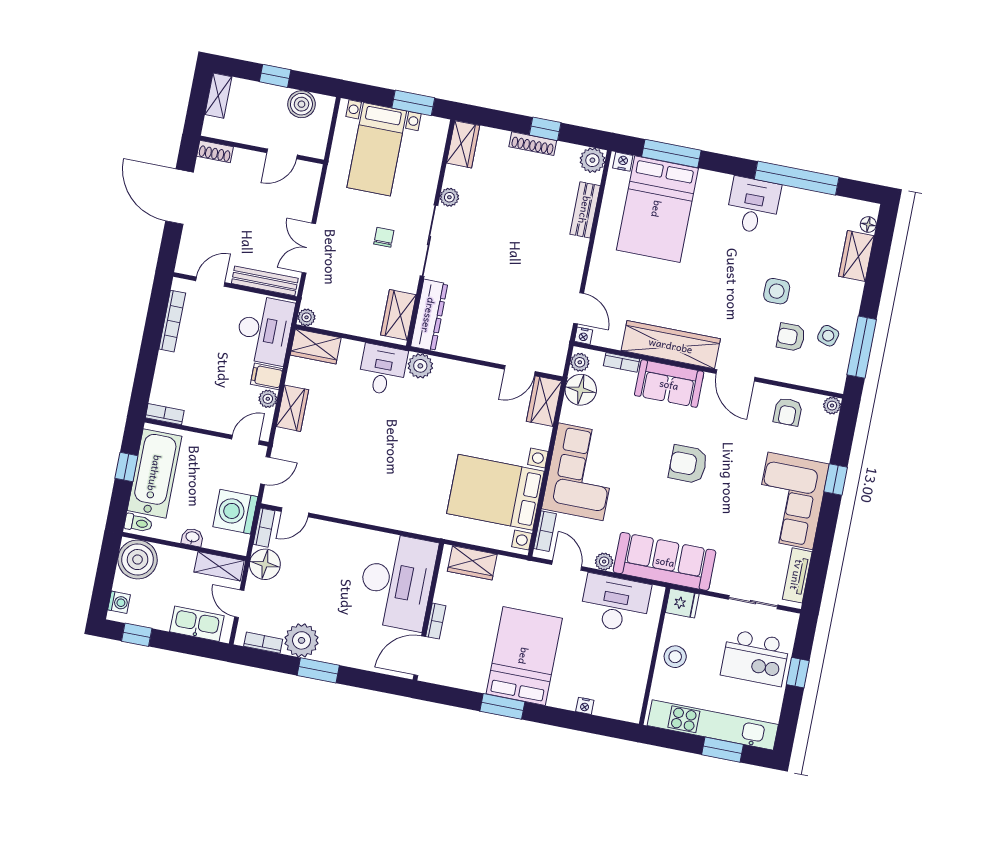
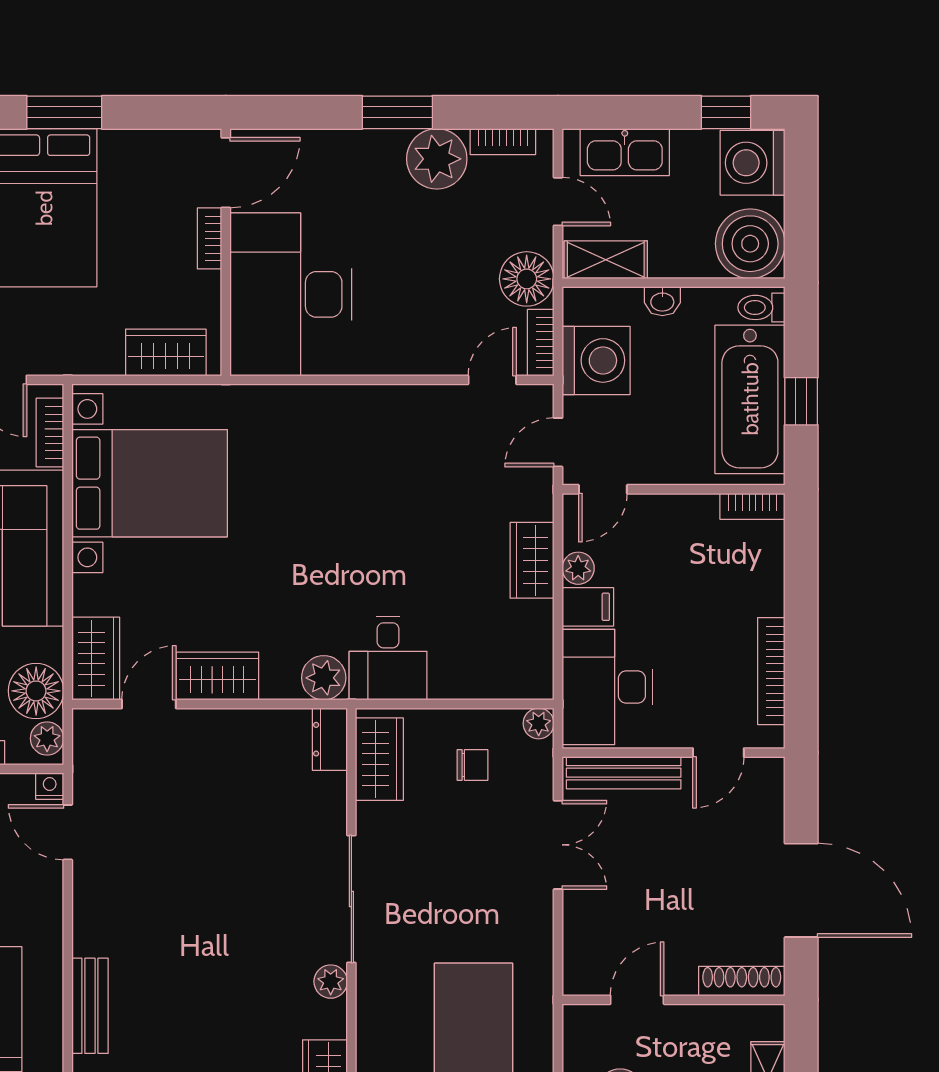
shoe rack: (215, 152) -> (742, 981), width x1.43
chair: (384, 237) -> (472, 765), moved, turned -90
dresser: (429, 315) -> (330, 739), width x0.51, depth x0.80
wardrobe: (316, 346) -> (217, 676), moved
washing machine: (119, 602) -> (753, 163), width x1.89, depth x1.89

